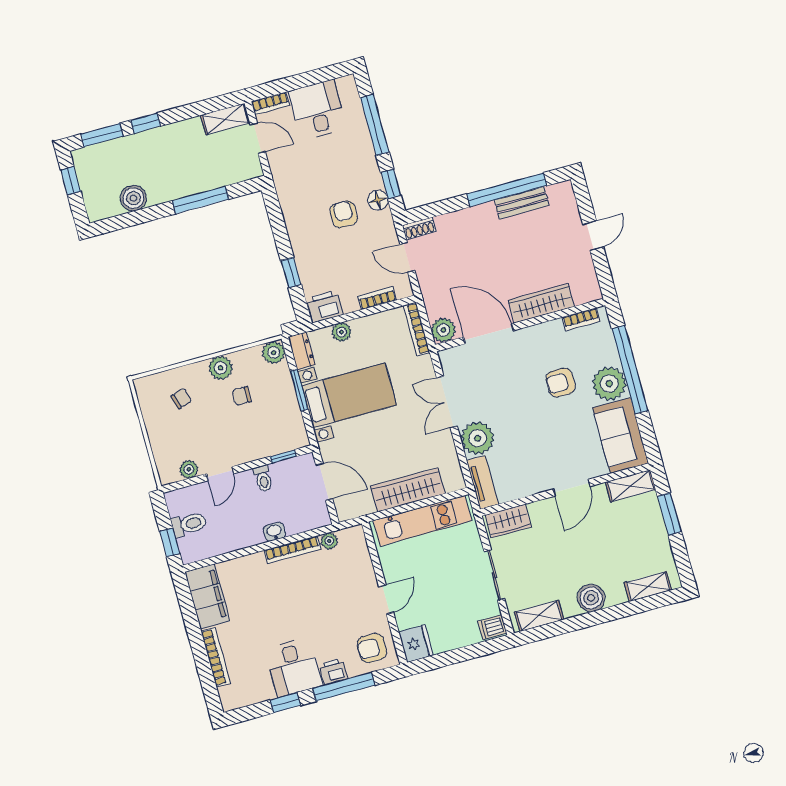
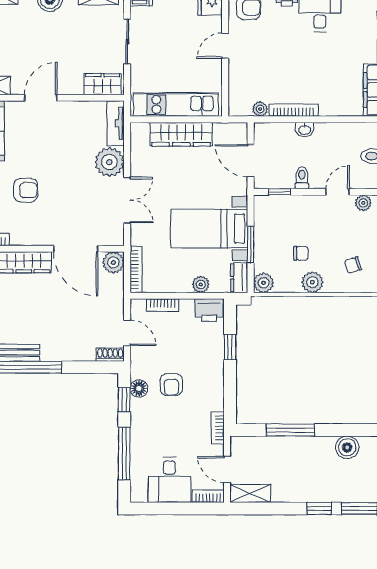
bookcase: (280, 181) -> (218, 428), added

